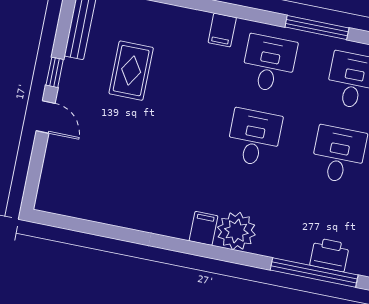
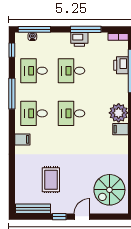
rug: (131, 71) -> (51, 180), turned 90
spiral stairs: (88, 182) -> (109, 190), added

